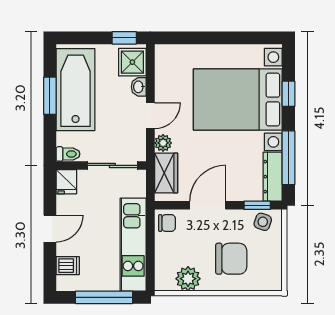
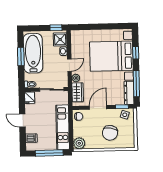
door: (50, 229) -> (22, 121), swing flipped
chair: (231, 259) -> (110, 133), turned 100
plant: (188, 279) -> (79, 143), moved

